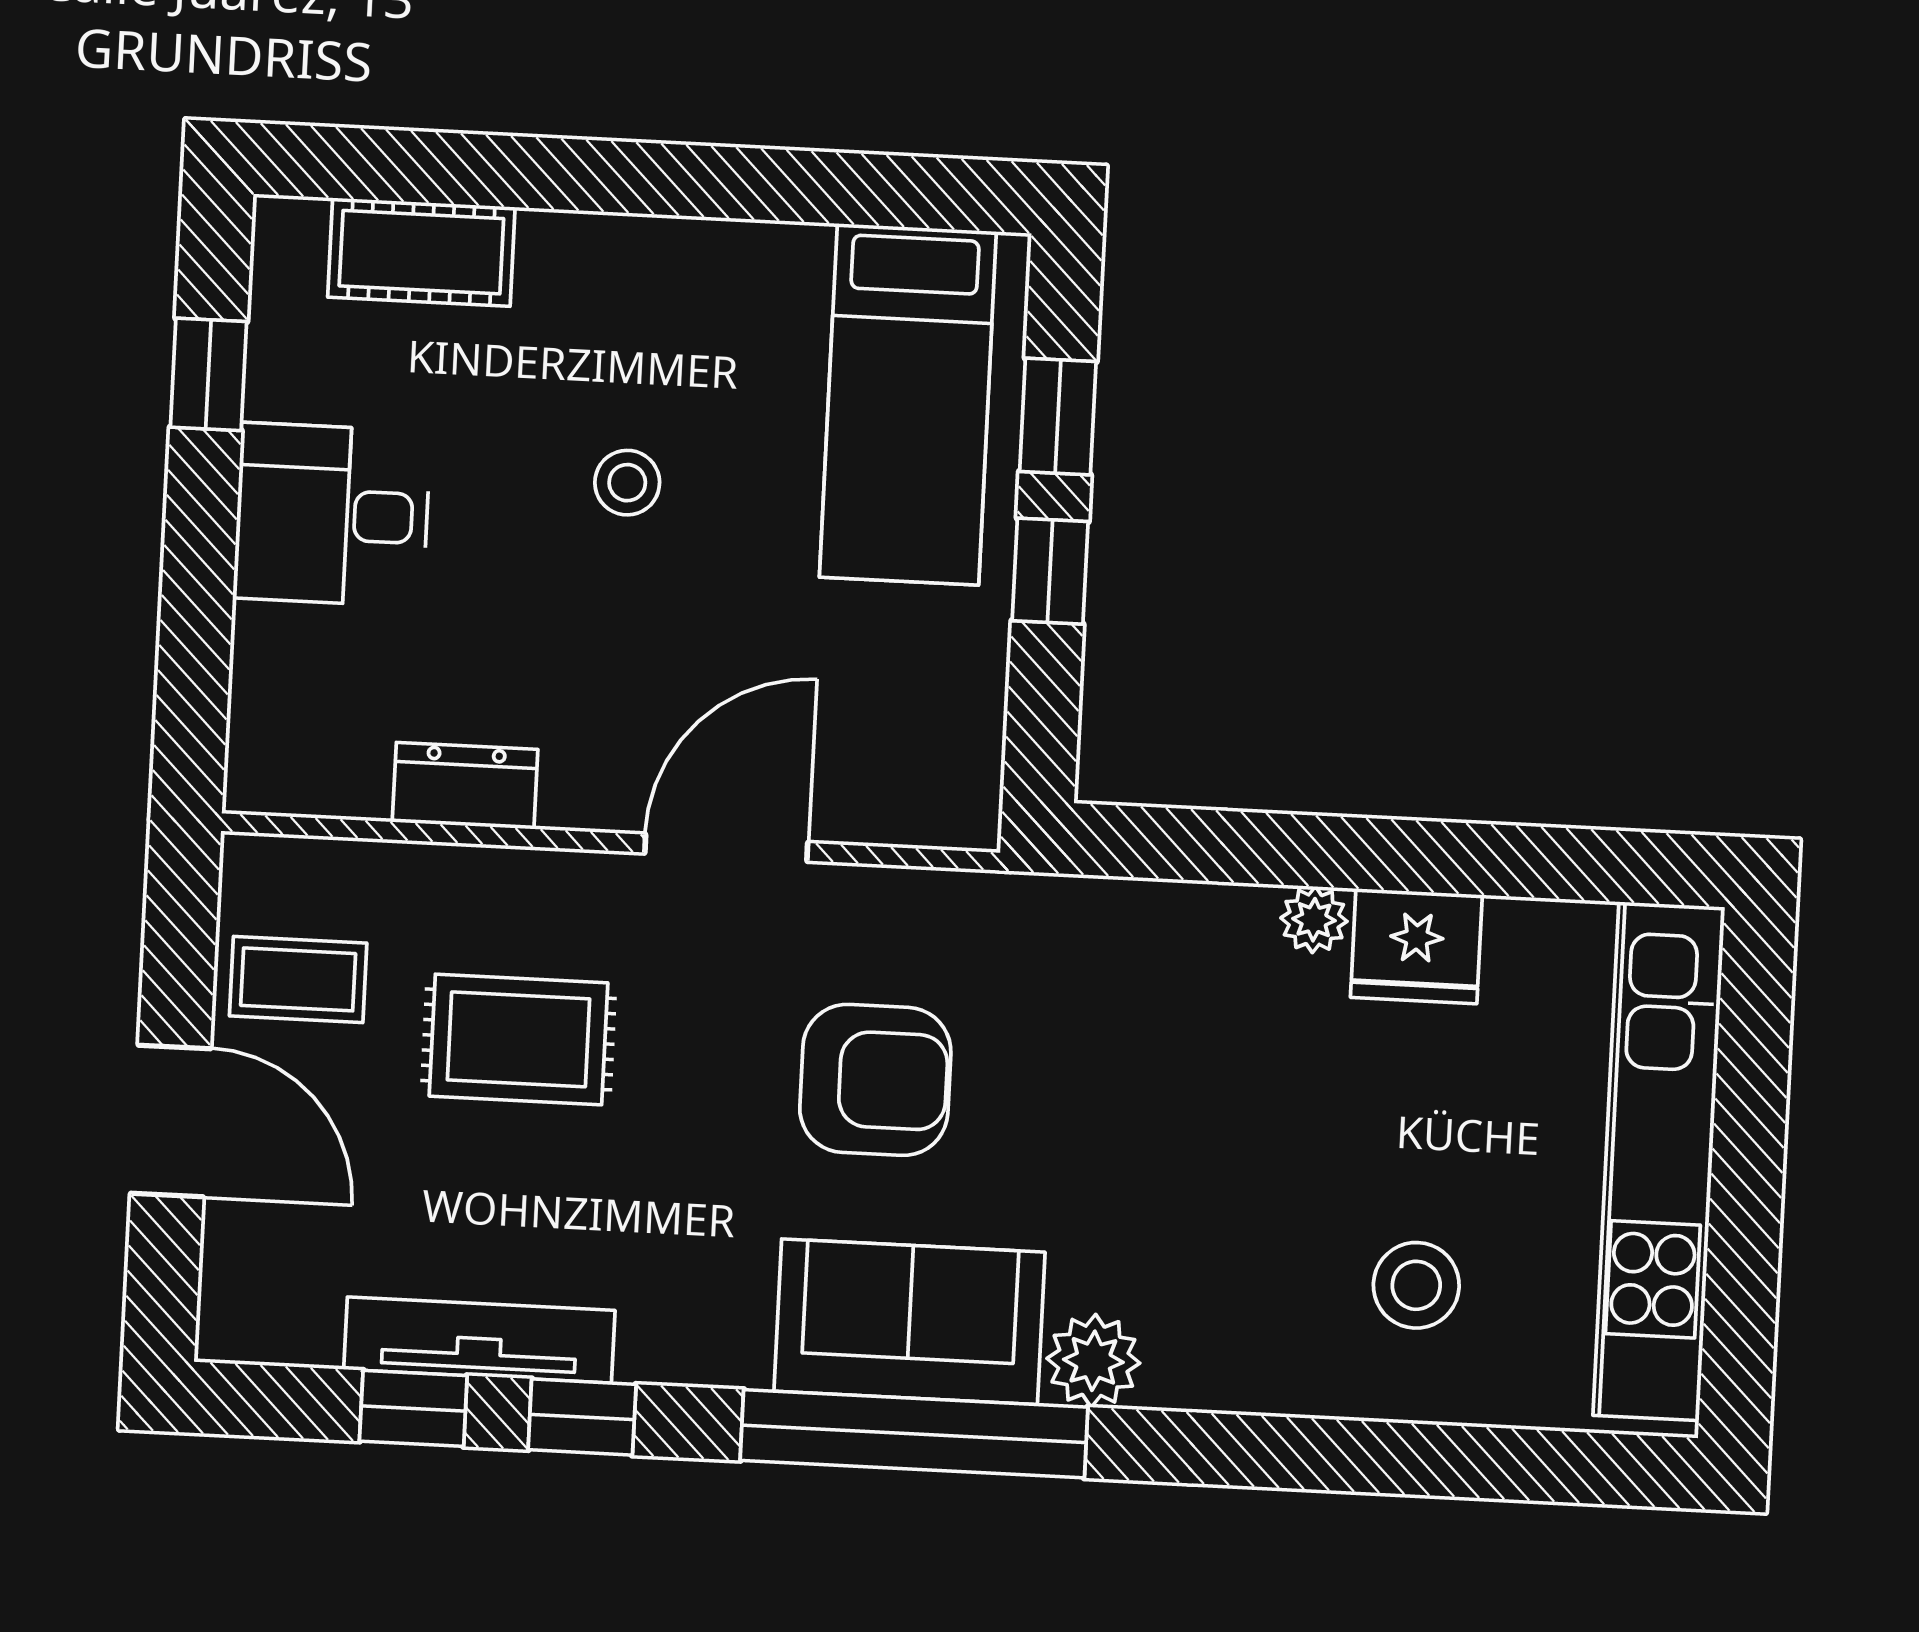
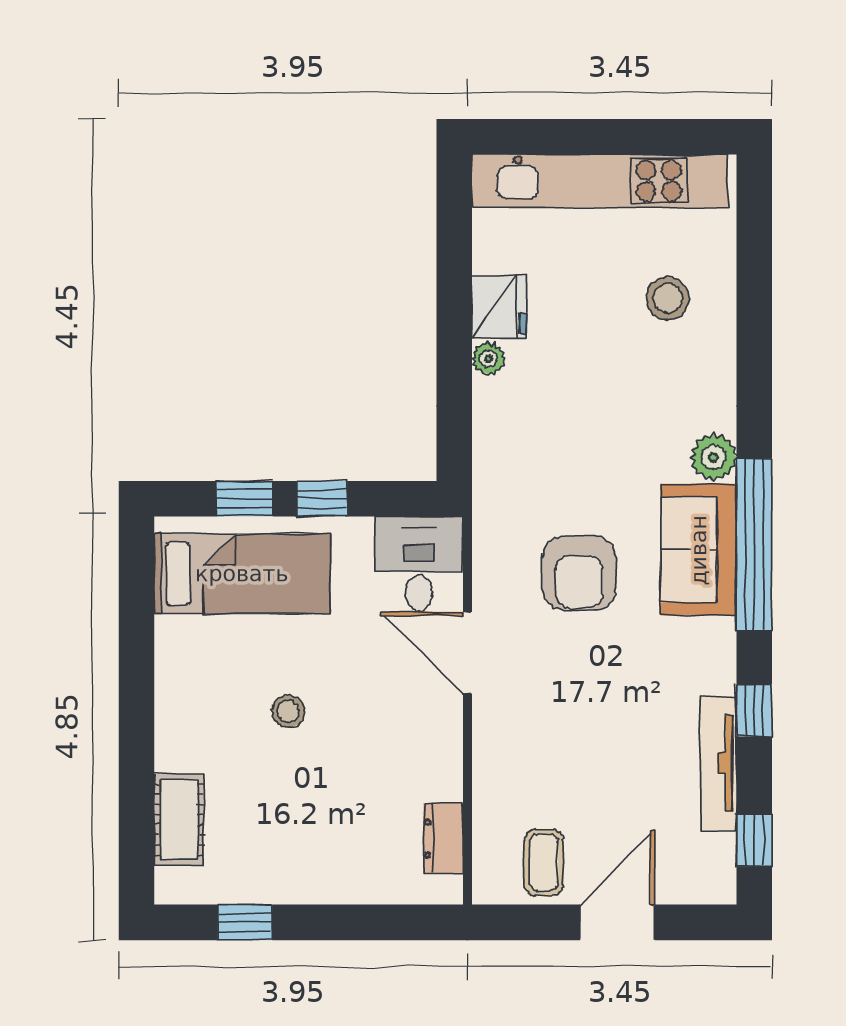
desk: (332, 515) -> (419, 564), moved, turned 180
dresser: (465, 786) -> (443, 839), moved
rug: (518, 1039) -> (568, 751), removed
armchair: (875, 1080) -> (579, 573), turned 180
window: (413, 1408) -> (754, 840), moved

